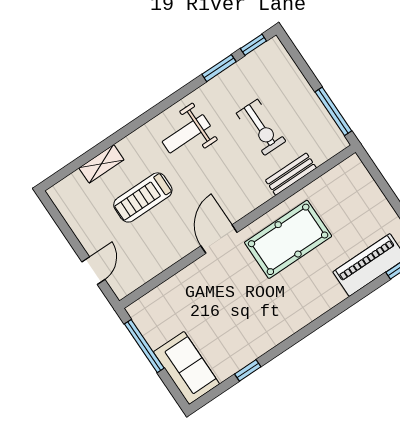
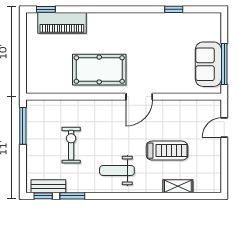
weight bench: (186, 134) -> (117, 170), turned 180
bench: (291, 174) -> (48, 186), moved
sofa: (186, 368) -> (208, 64), moved

